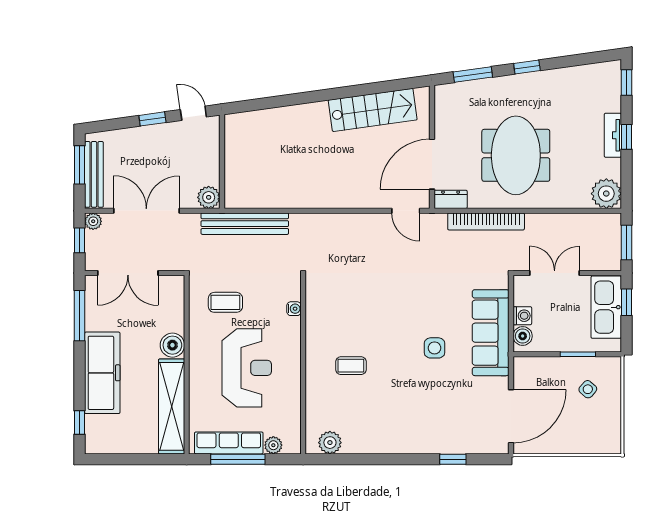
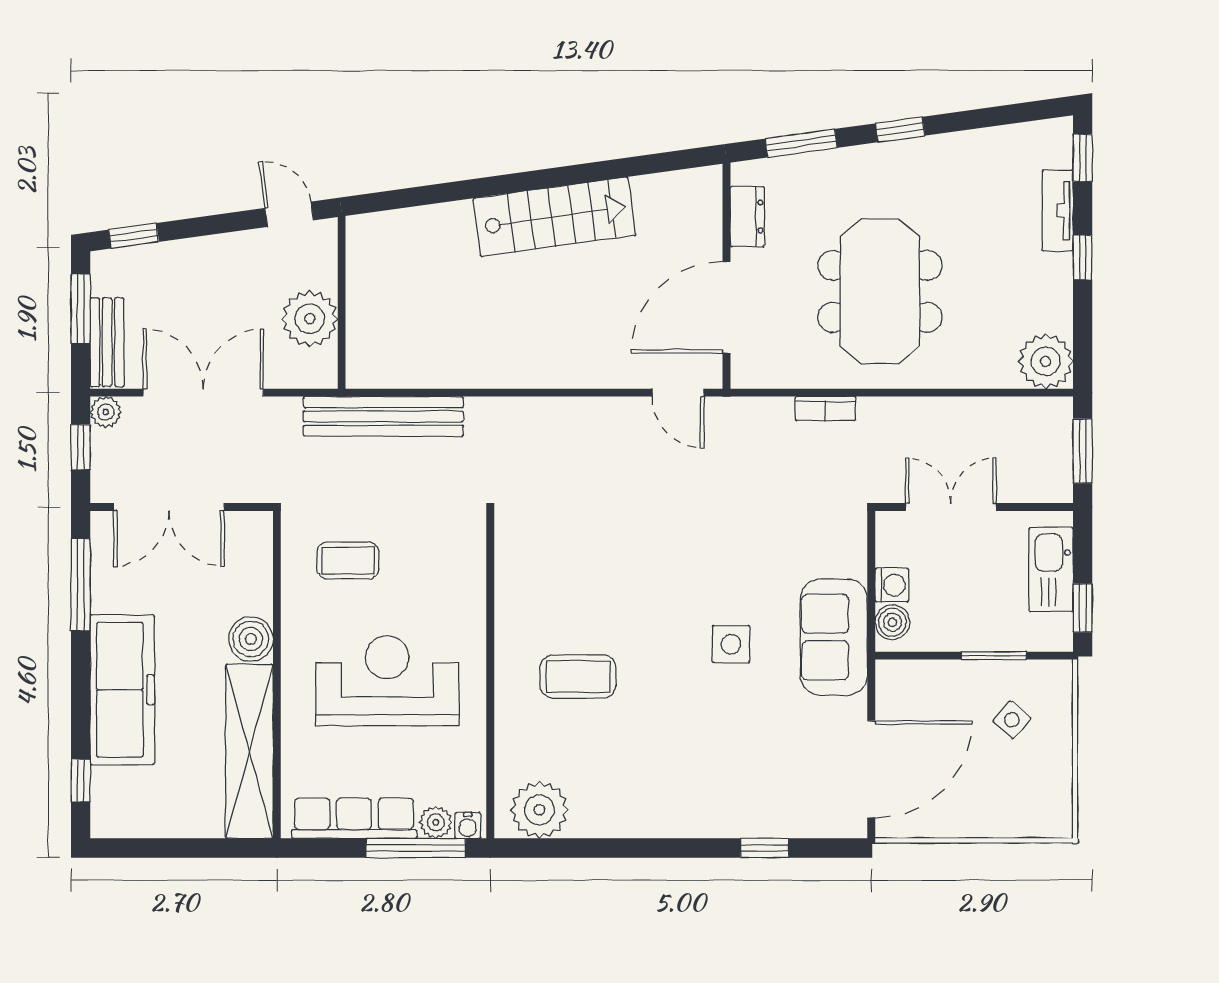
stairs: (373, 110) -> (555, 217), moved
window: (152, 119) -> (134, 236), moved
tv unit: (613, 135) -> (1058, 210), moved
bench: (94, 174) -> (107, 342), width x0.73
plant: (209, 197) -> (310, 319), moved, width x1.36, depth x1.36
dresser: (451, 199) -> (747, 217), moved, turned 90
bookcase: (486, 221) -> (825, 409), width x0.43, depth x0.76
window: (626, 302) -> (1083, 608), moved
kitchen sink: (606, 307) -> (1051, 569), width x0.73, depth x0.81
water cooler: (294, 309) -> (468, 826), moved, turned 90
sofa: (491, 333) -> (834, 637), width x0.73
coffee table: (351, 366) -> (578, 677), width x1.36, depth x1.30
reception desk: (247, 368) -> (387, 681), turned -90
plant: (330, 443) -> (539, 810), width x1.36, depth x1.36
window: (238, 459) -> (416, 848), moved

